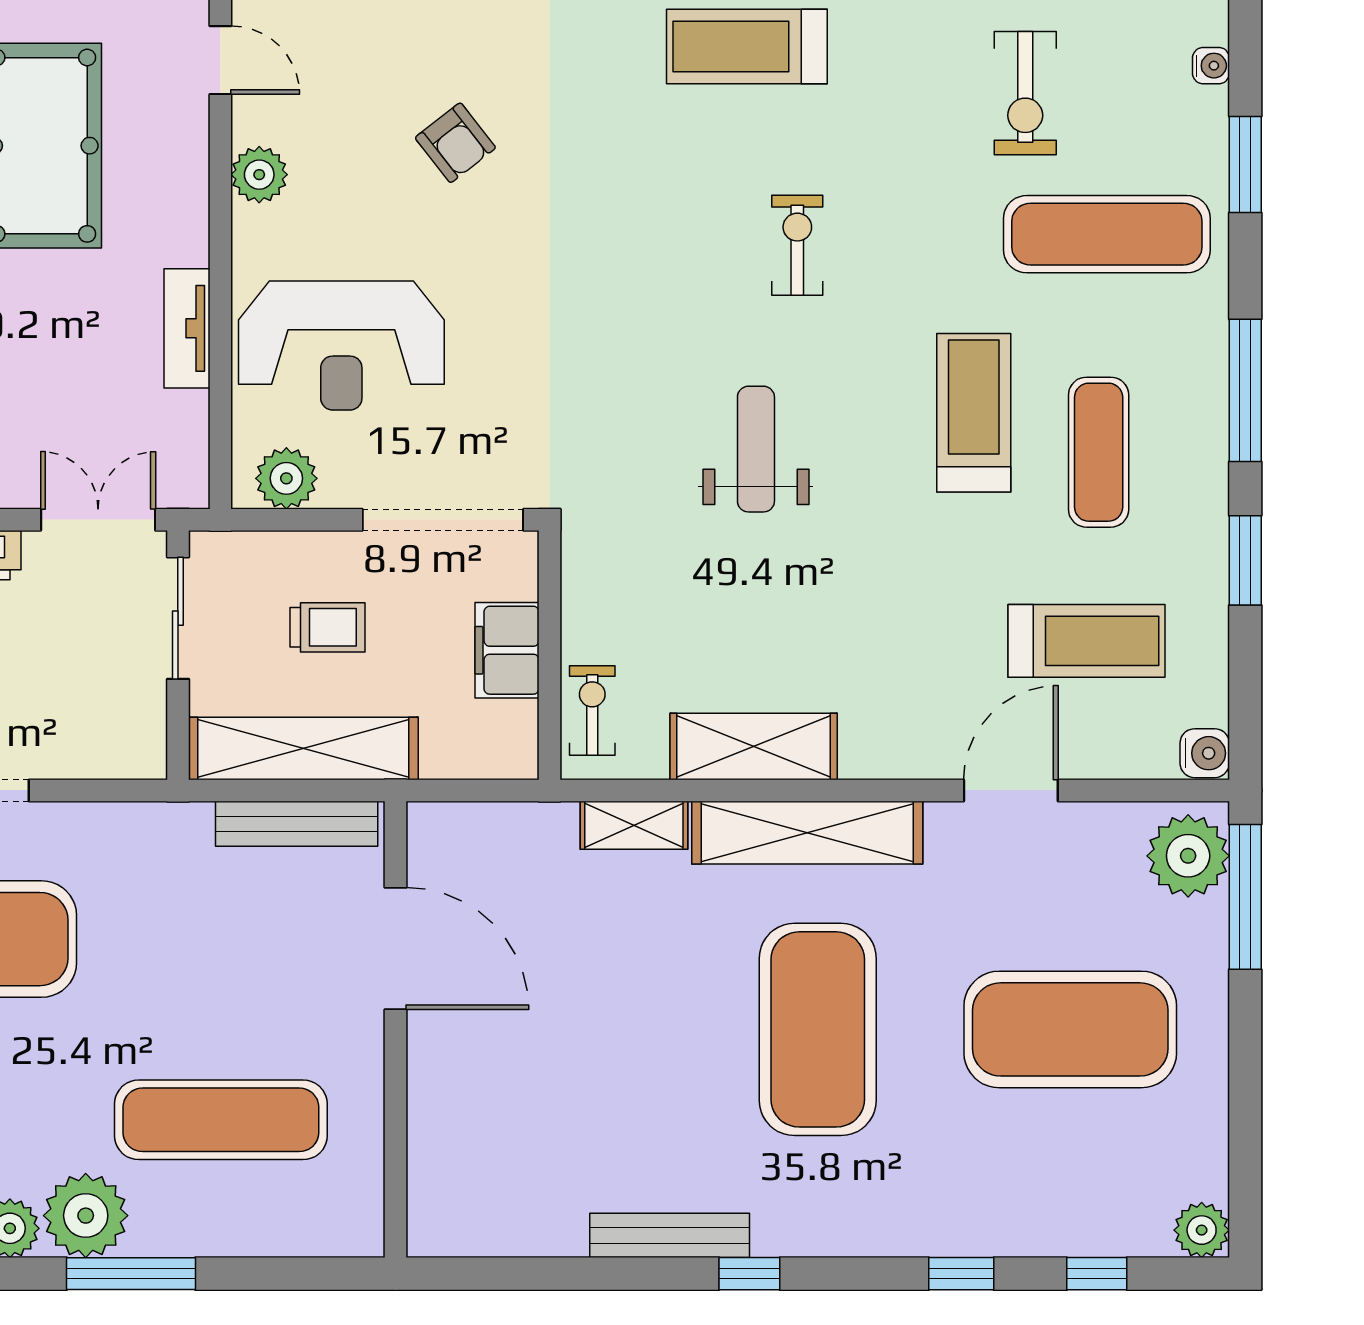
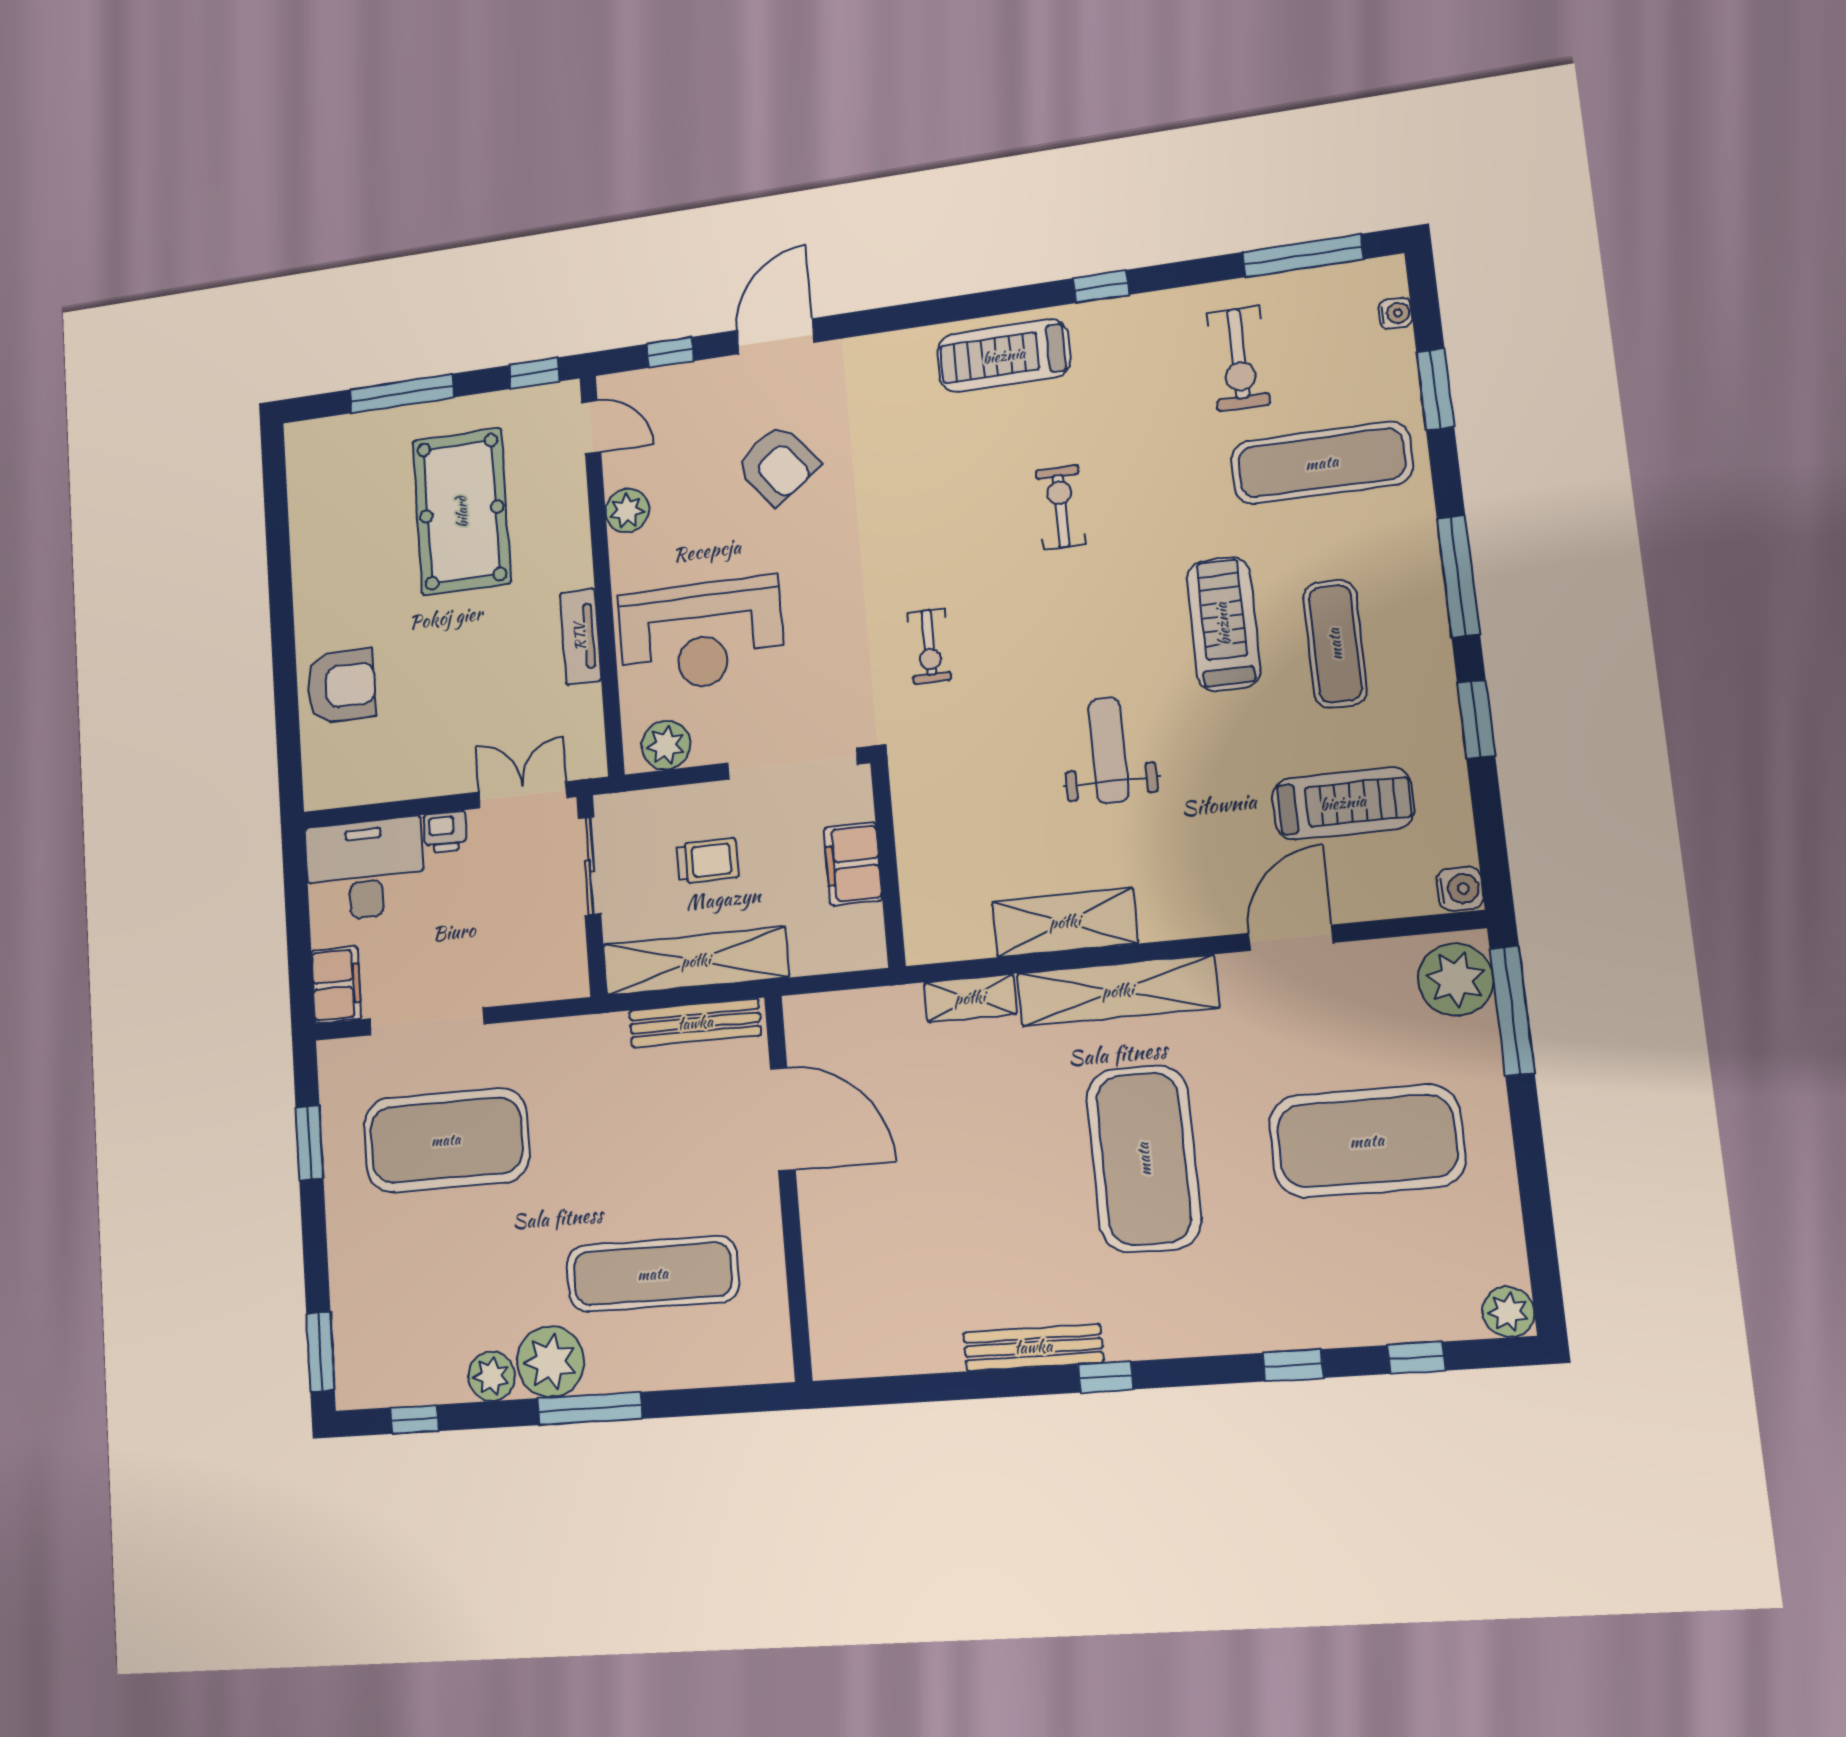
armchair: (455, 143) -> (778, 465), width x1.38, depth x1.38
weight bench: (756, 449) -> (1108, 750), moved
exercise bike: (592, 710) -> (929, 646), moved, turned 180

